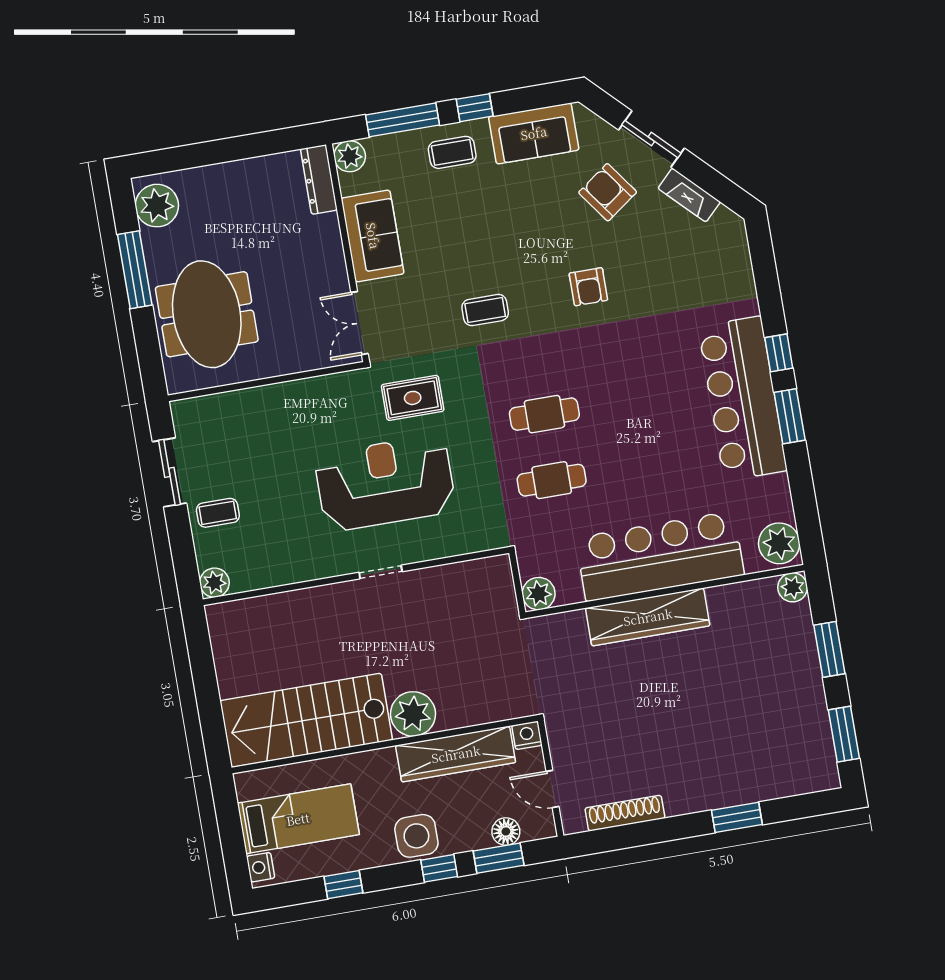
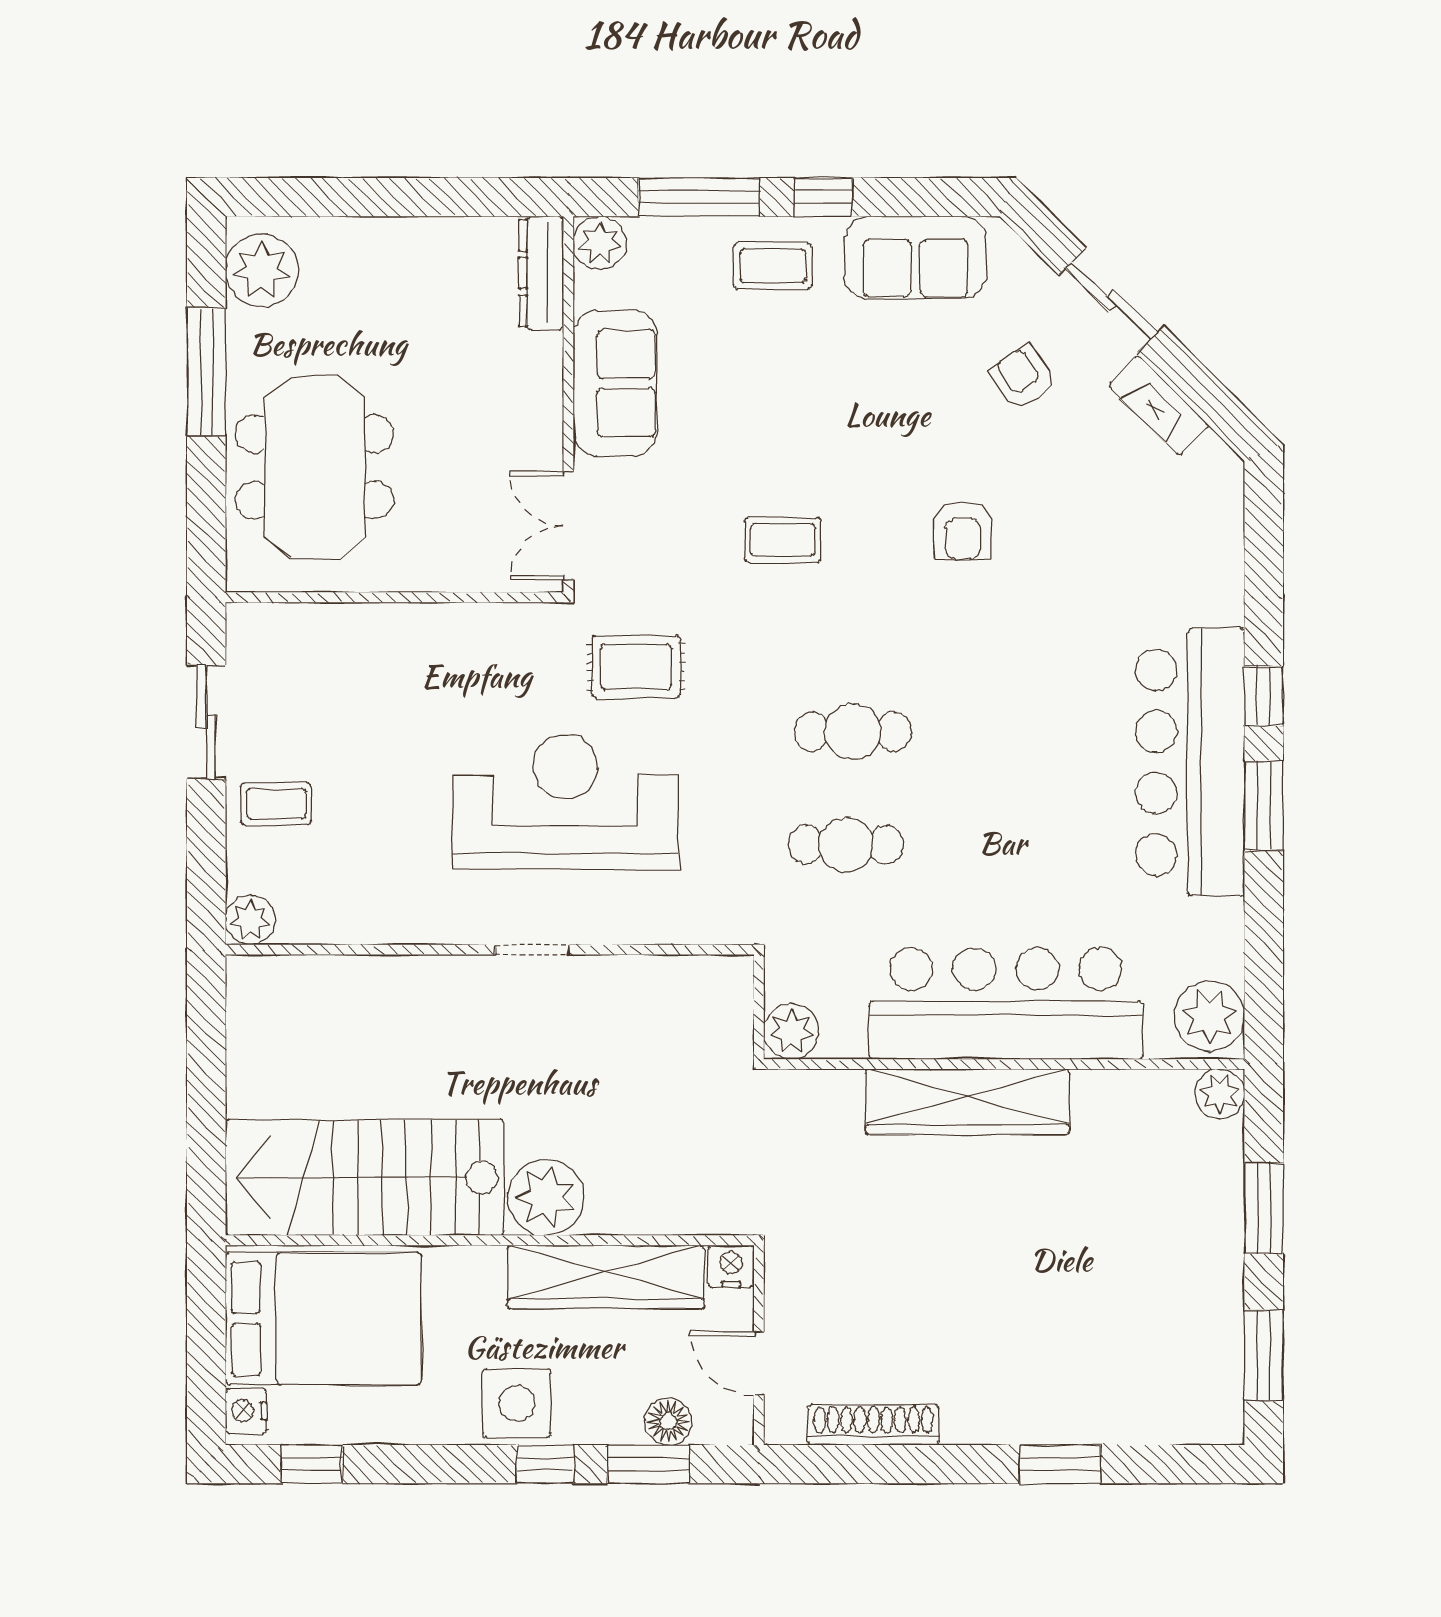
armchair: (608, 192) -> (1022, 377), width x0.72, depth x0.72
bed: (298, 819) -> (323, 1319), width x1.50
window: (343, 885) -> (312, 1464), moved

